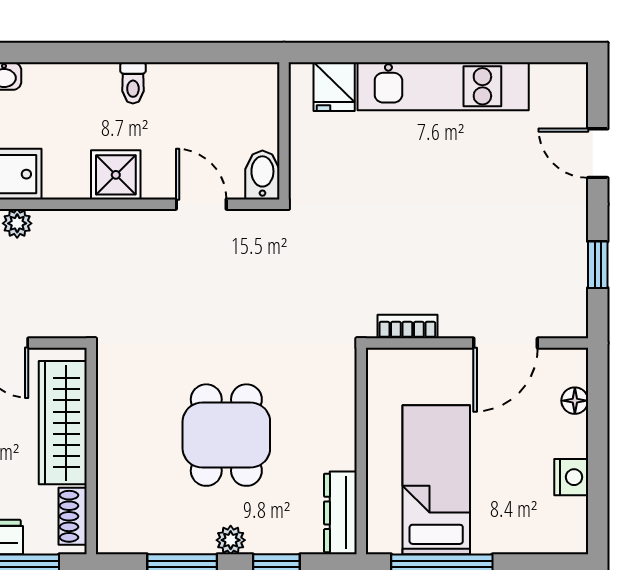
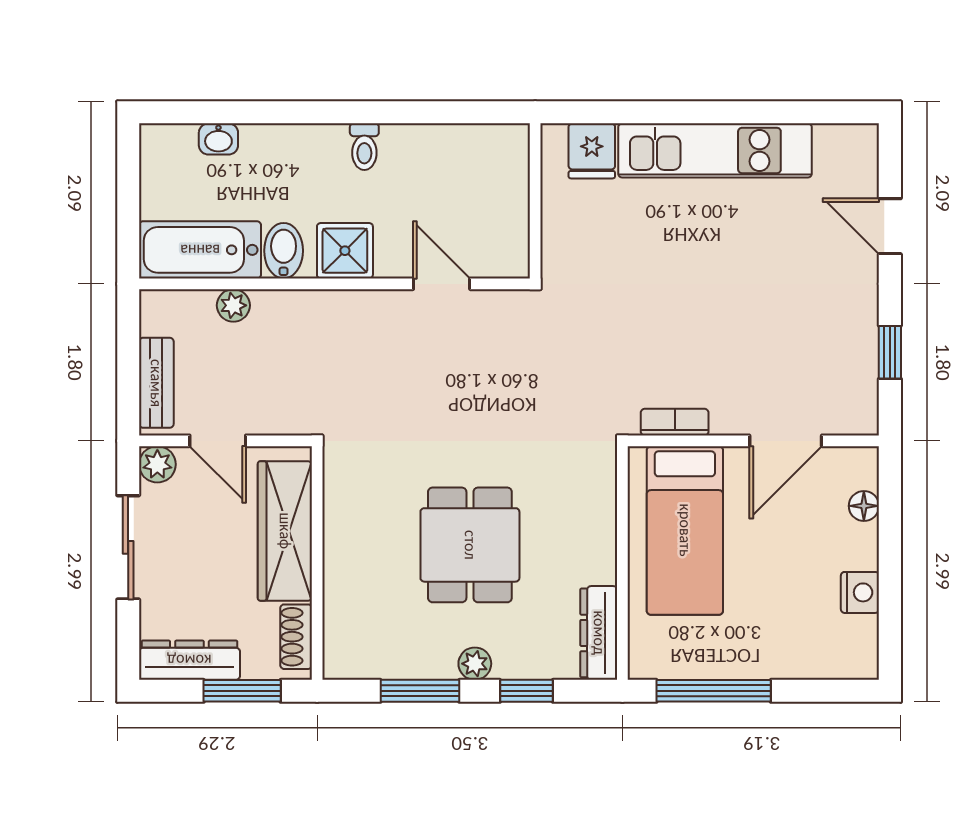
bidet: (262, 175) -> (284, 251), moved
bed: (436, 480) -> (685, 530), moved, turned 180

